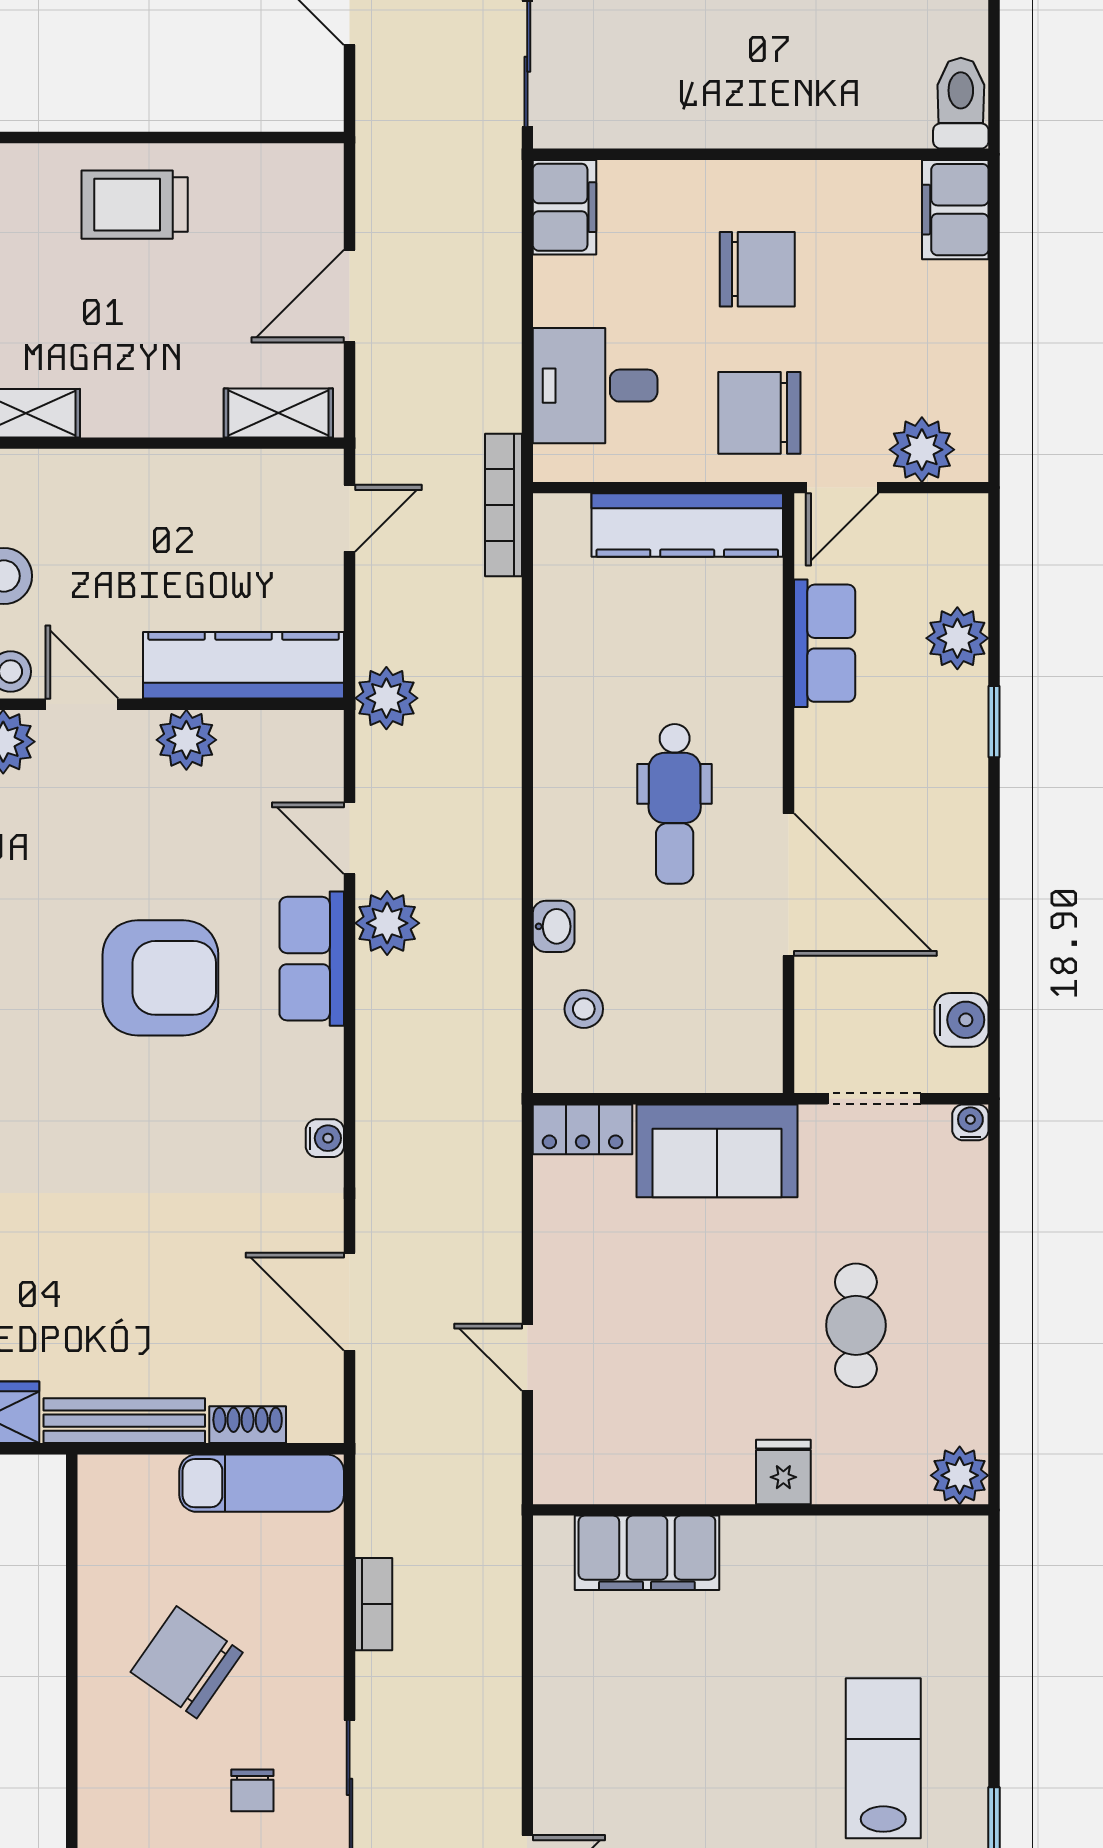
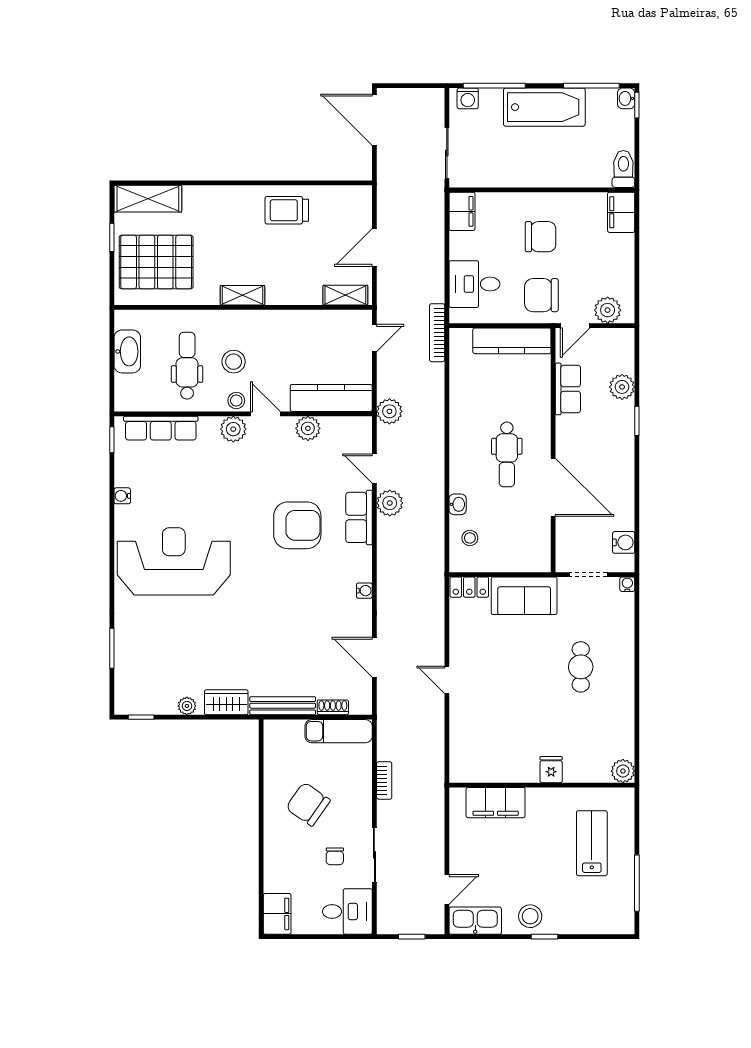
fridge: (783, 1472) -> (551, 770), moved
plant: (960, 1475) -> (623, 771), moved
wall: (761, 1510) -> (542, 785), moved
filing cabinet: (647, 1553) -> (496, 803), moved

